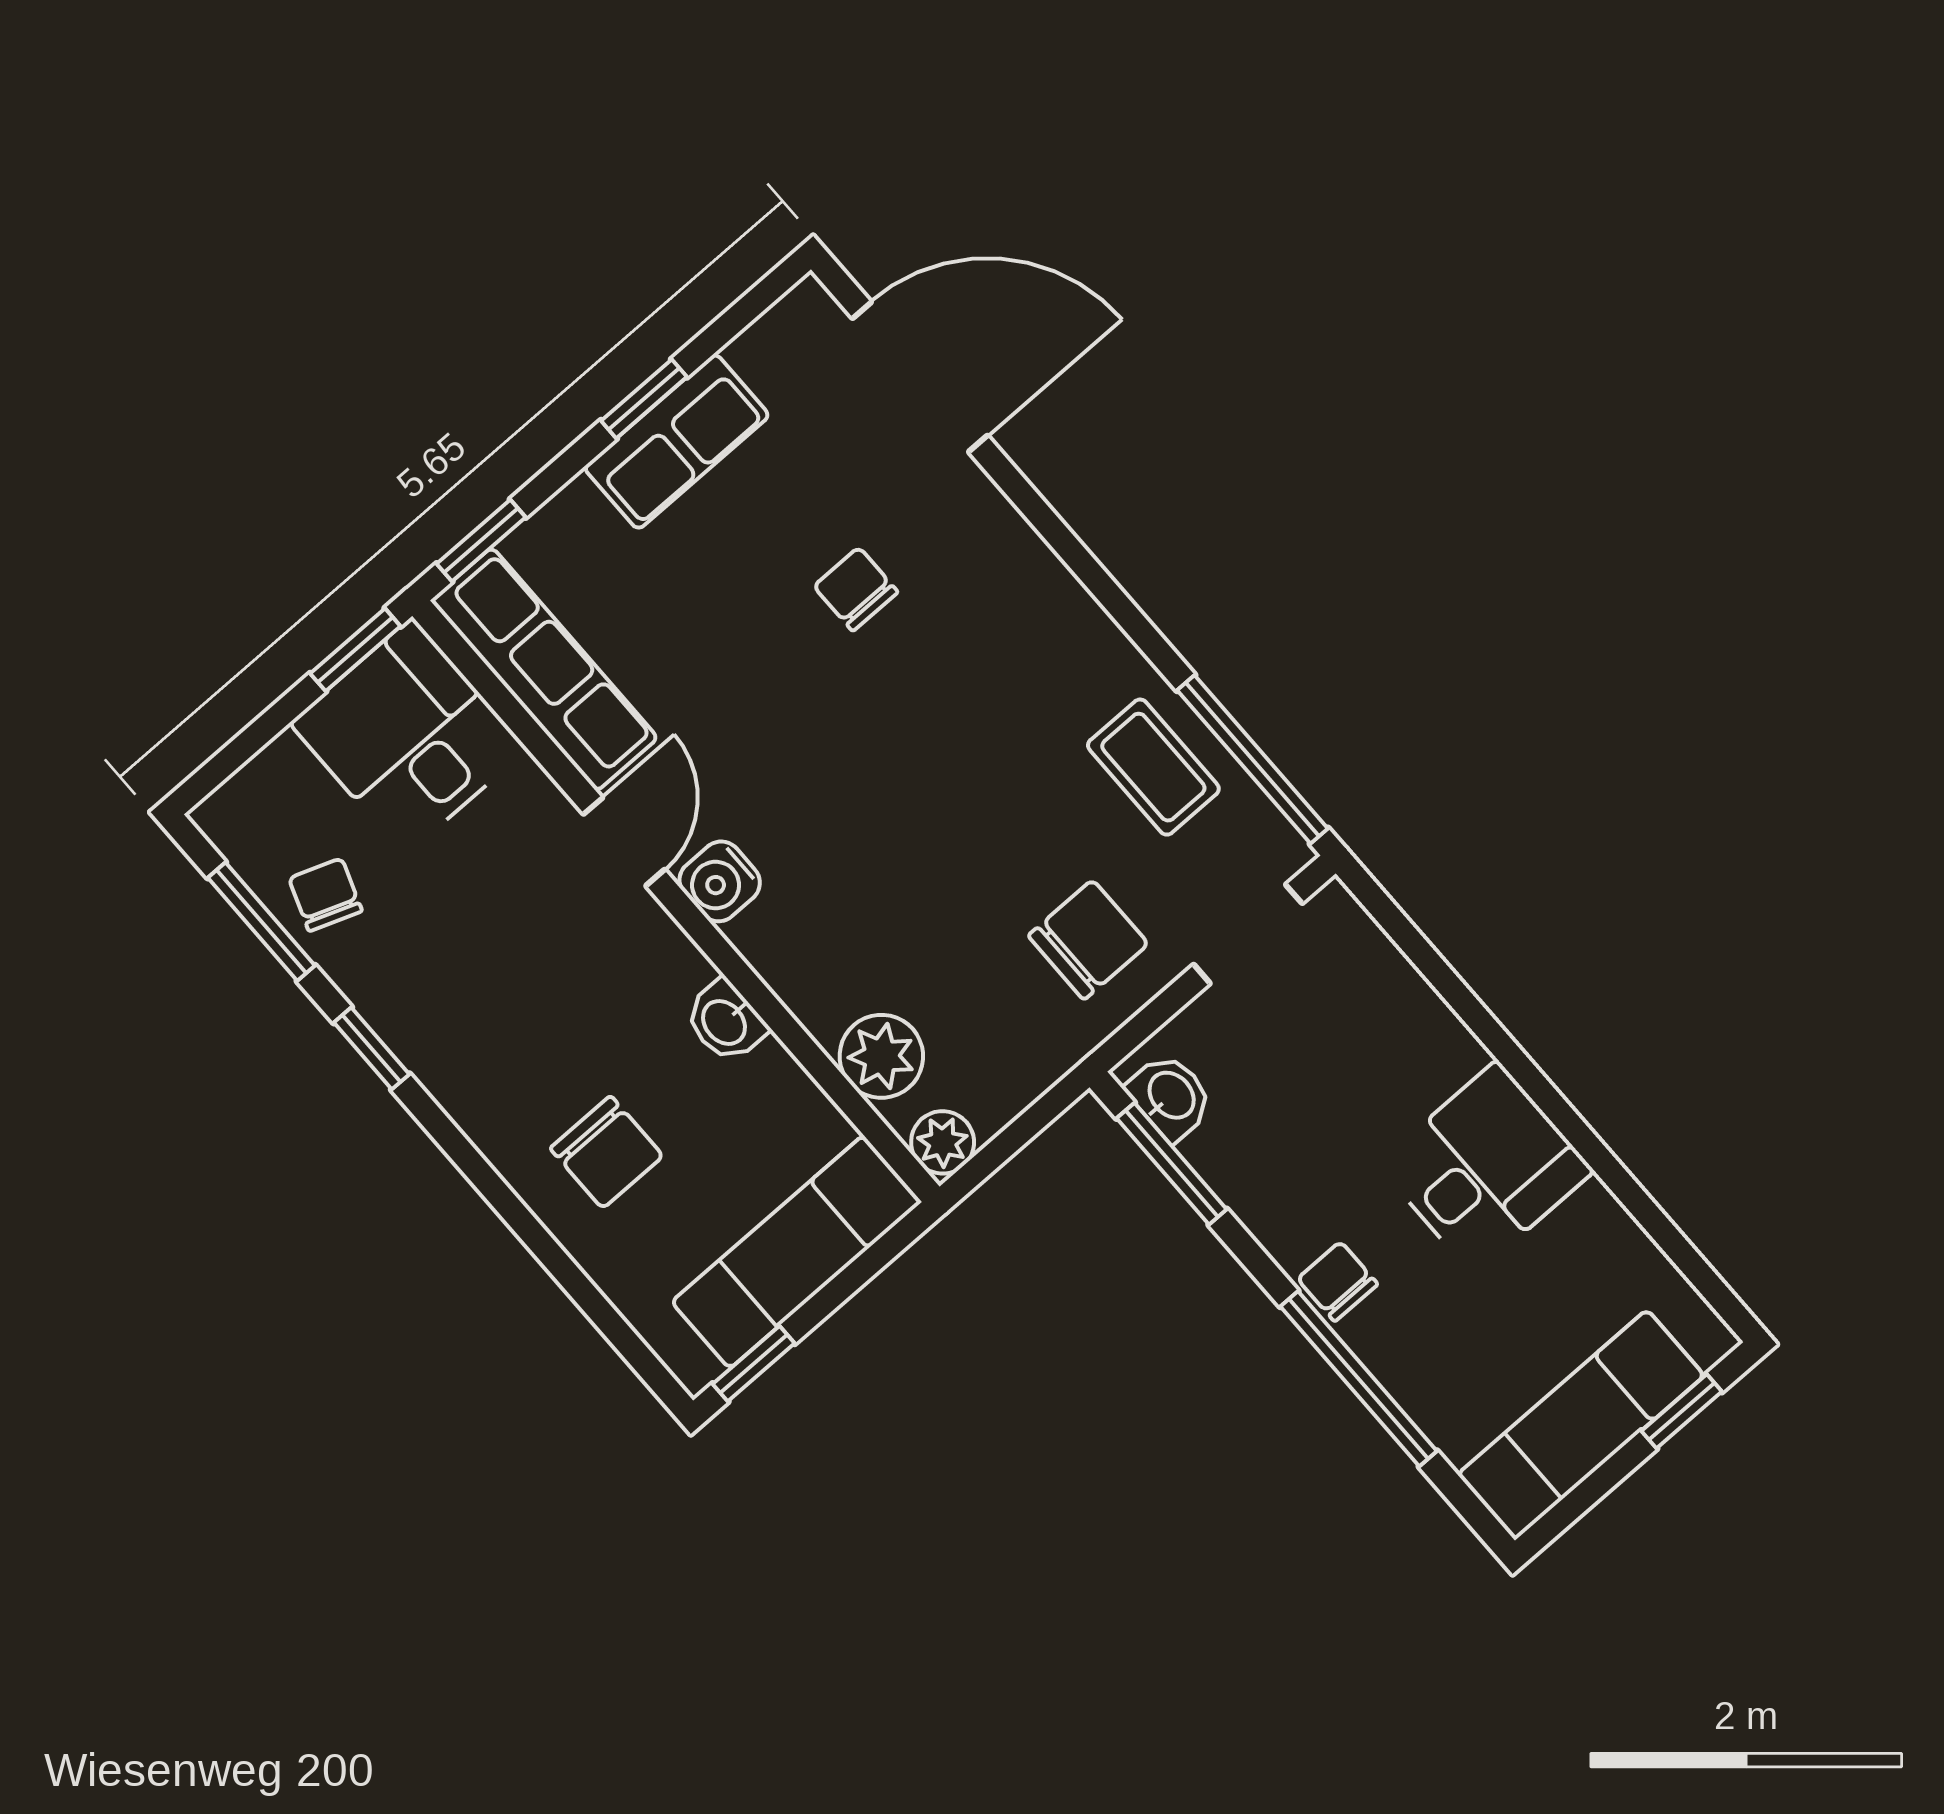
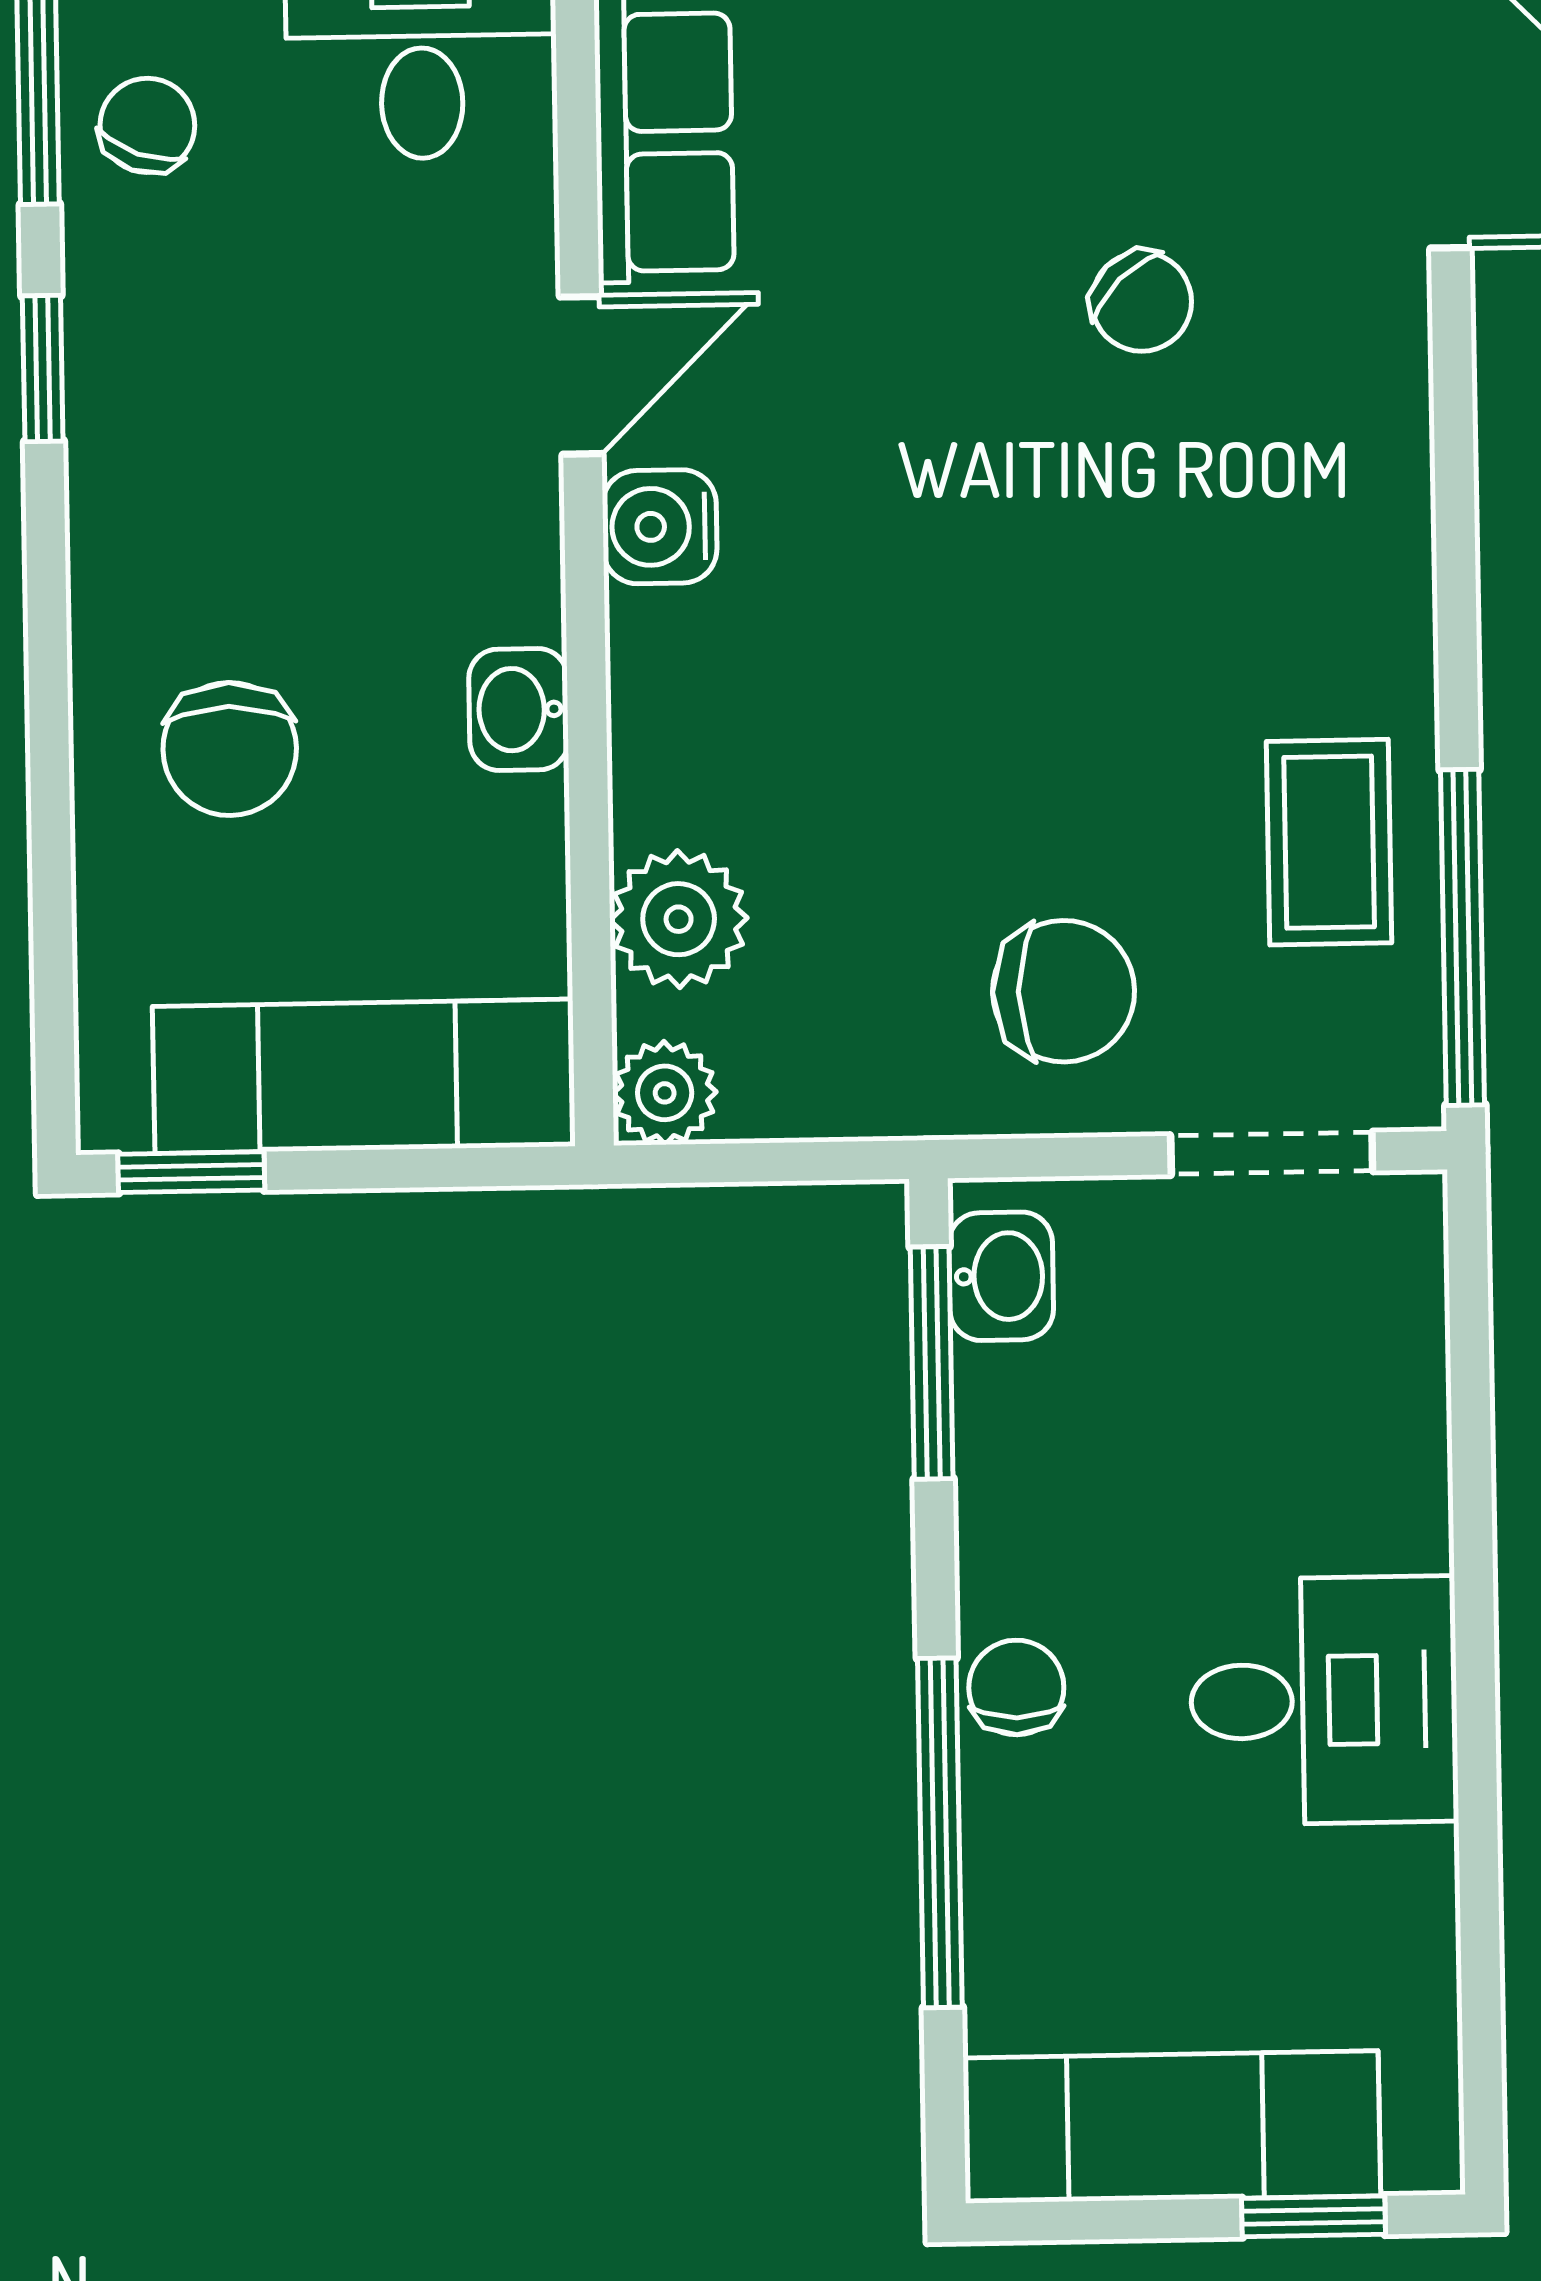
chair: (856, 589) -> (1142, 302), turned 136

